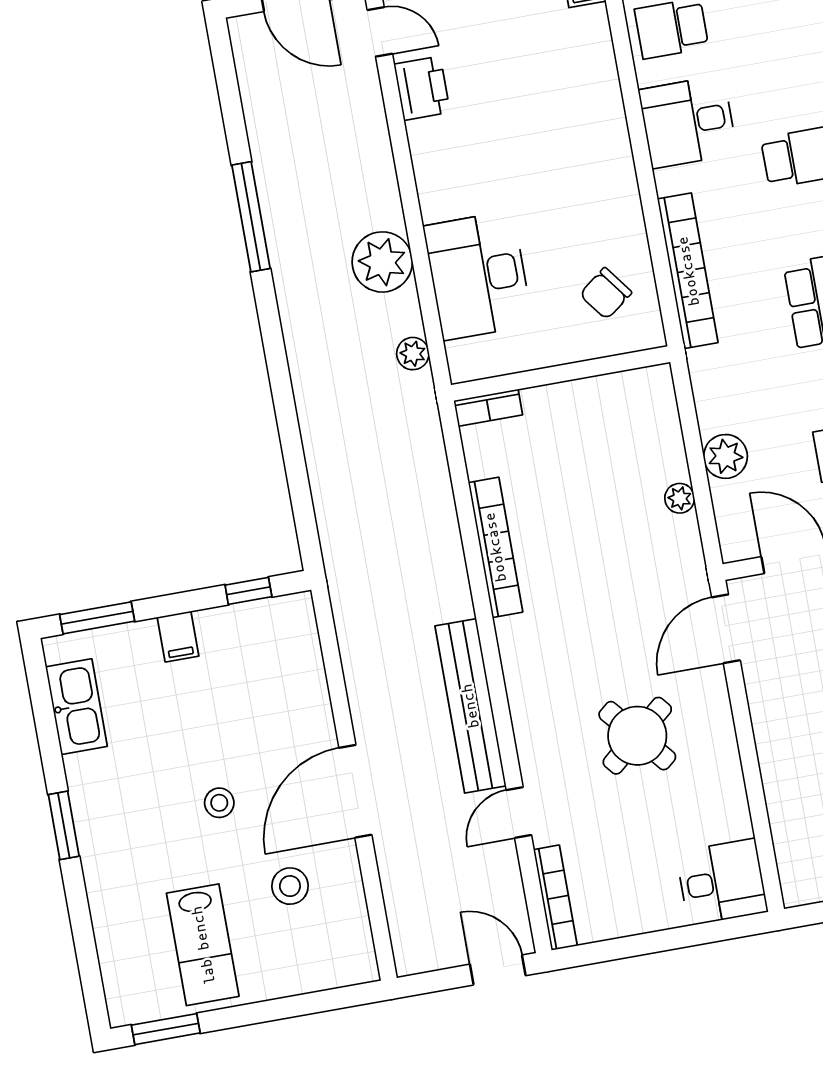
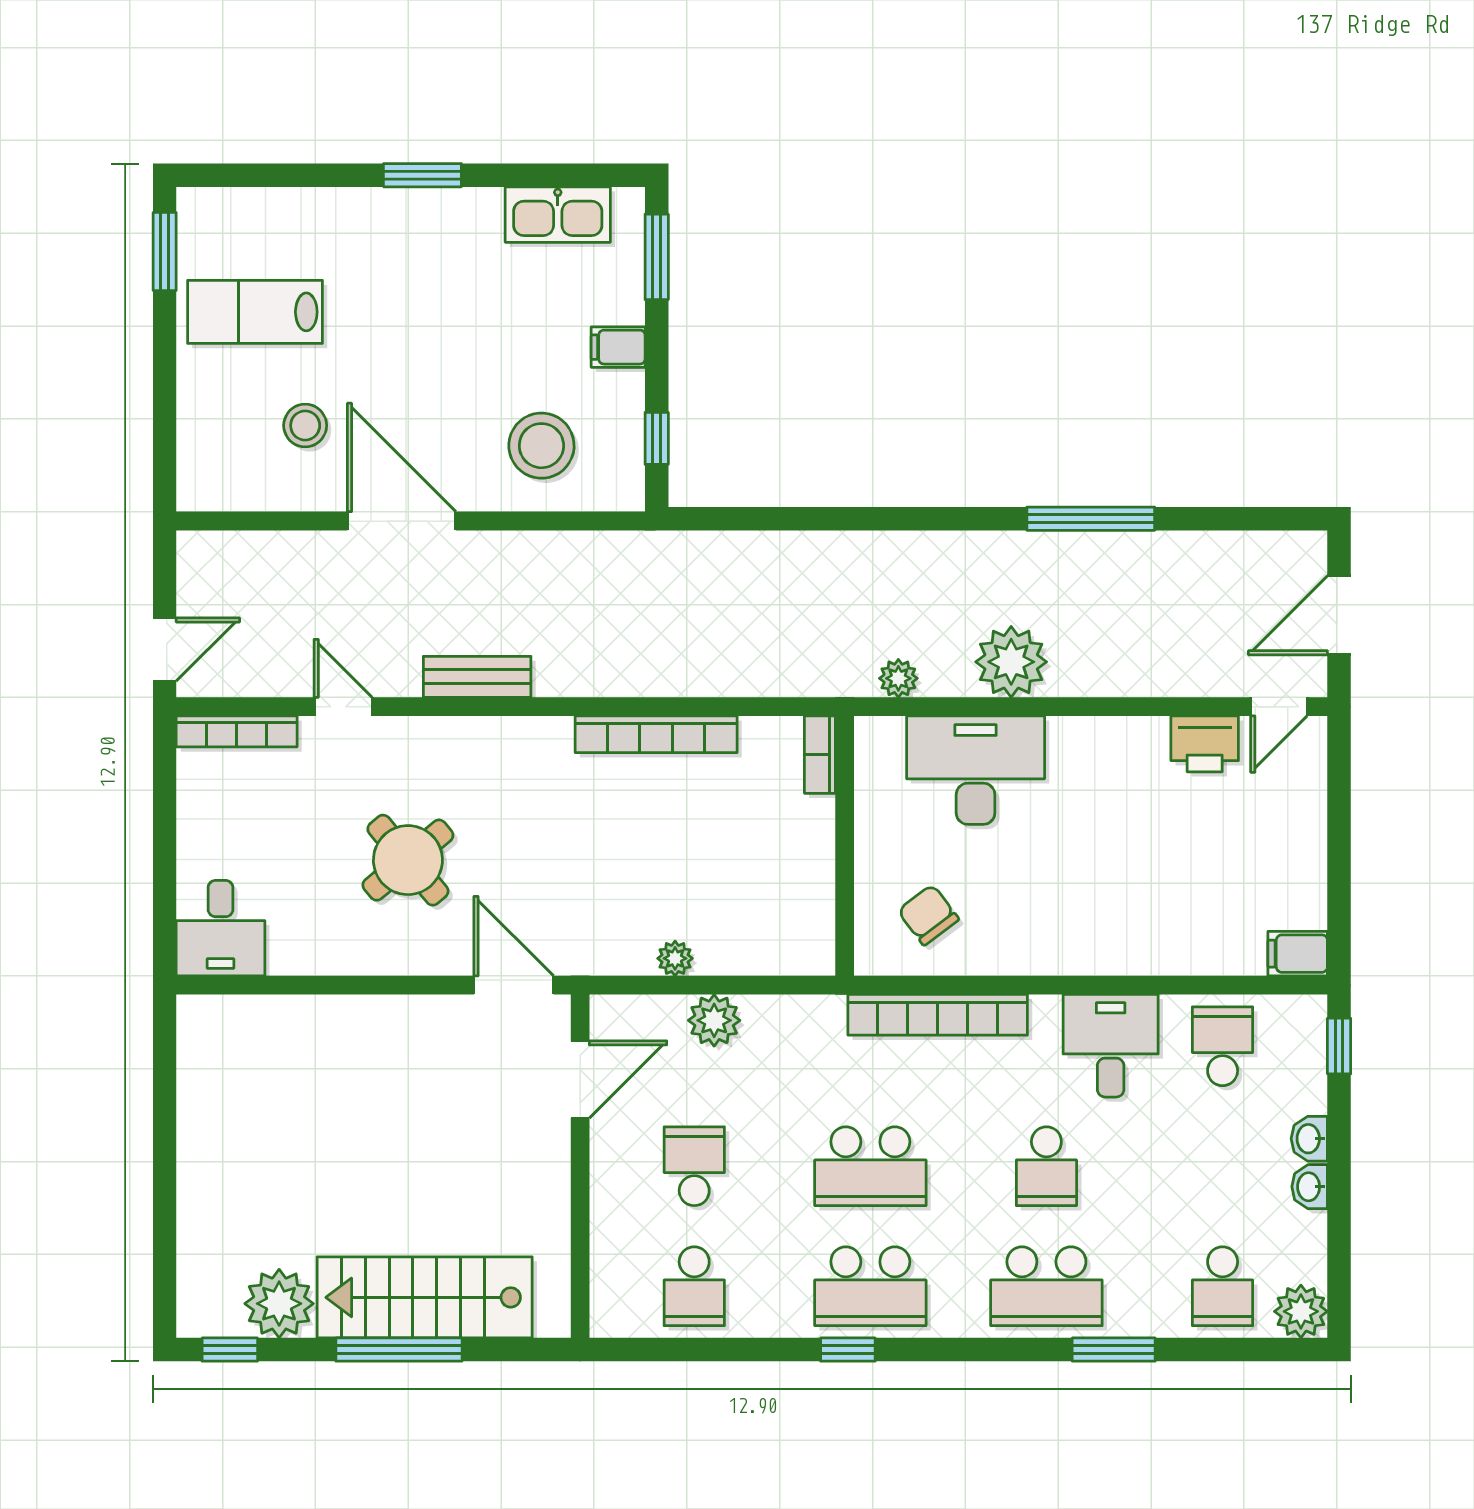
bench: (470, 706) -> (477, 677), width x0.54, depth x0.82
stool: (219, 803) -> (541, 446), moved, width x1.89, depth x1.89

